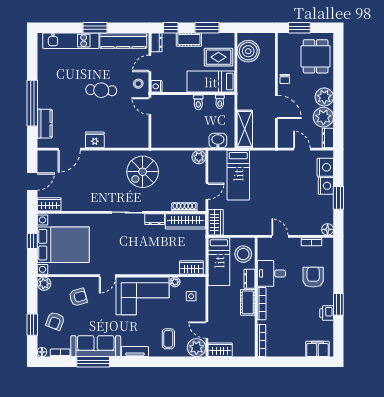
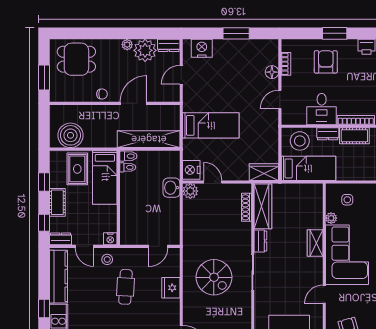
window: (95, 28) -> (44, 308), width x0.67
window: (207, 28) -> (44, 182), width x0.67
cafe table: (101, 90) -> (125, 287), moved
plant: (324, 97) -> (127, 45), width x0.53, depth x0.53
toilet: (198, 102) -> (128, 156), moved
door: (150, 106) -> (158, 246), moved
shelving: (245, 129) -> (149, 139), width x1.47
fridge: (95, 140) -> (171, 288), moved
washbasin: (218, 141) -> (172, 188), moved
spiral stairs: (143, 172) -> (214, 277), moved
bed: (238, 175) -> (211, 125), moved
nightstand: (326, 186) -> (191, 170), moved, turned -90
door: (207, 191) -> (213, 182), moved
floor lamp: (328, 229) -> (272, 72), moved
wardrobe: (191, 268) -> (315, 243), moved
door: (107, 276) -> (324, 294), swing flipped
armchair: (313, 277) -> (326, 62), turned 90
window: (338, 304) -> (335, 33), moved

